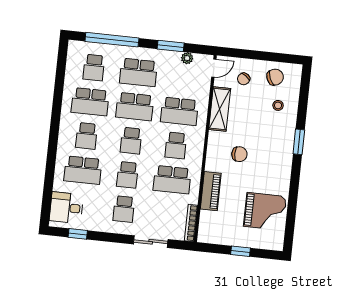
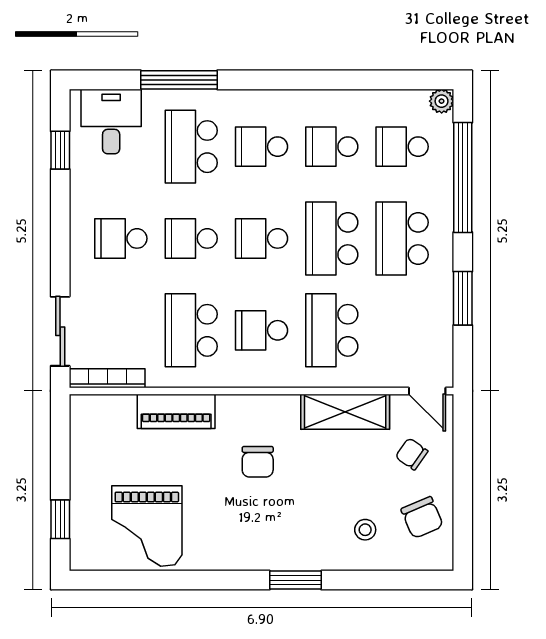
plant: (187, 58) -> (442, 101), moved
school desk: (90, 102) -> (332, 147), width x0.54
window: (50, 173) -> (179, 80), added
sliding door: (151, 242) -> (60, 331), moved
window: (240, 251) -> (60, 519), moved

